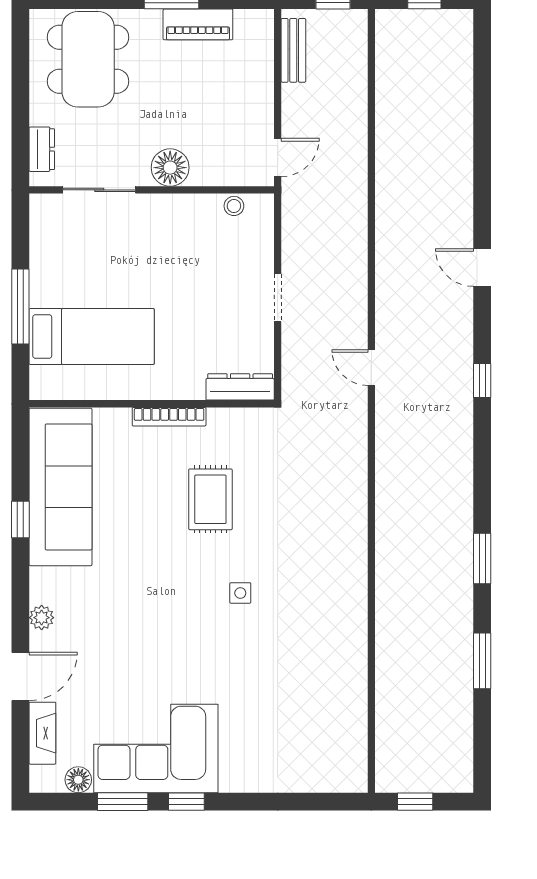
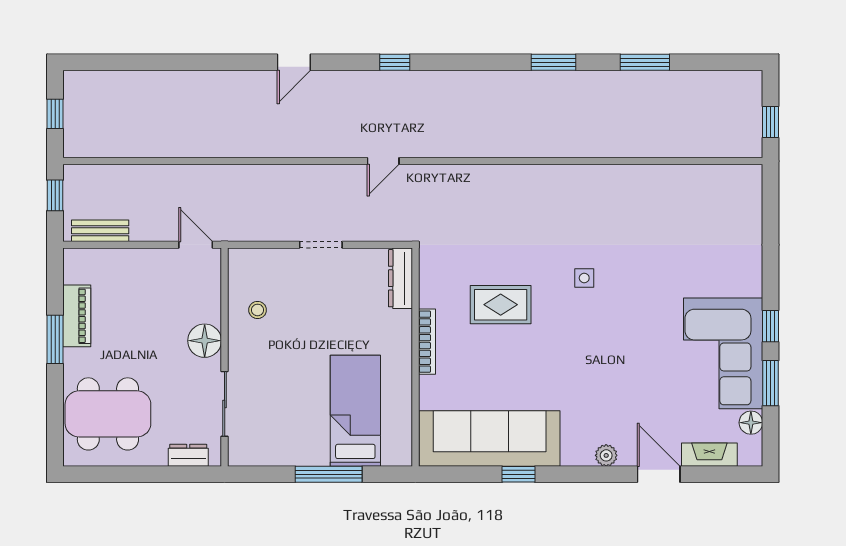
stool: (234, 206) -> (258, 310), moved

